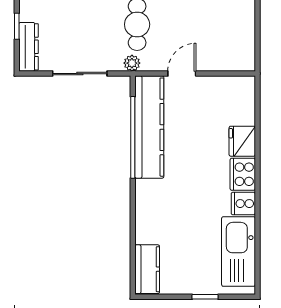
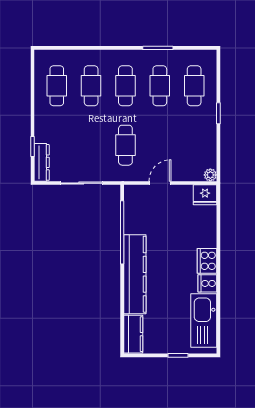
plant: (132, 63) -> (210, 175), moved
kitchen counter: (149, 127) -> (135, 274), moved
fridge: (242, 141) -> (205, 195), moved, turned -90

